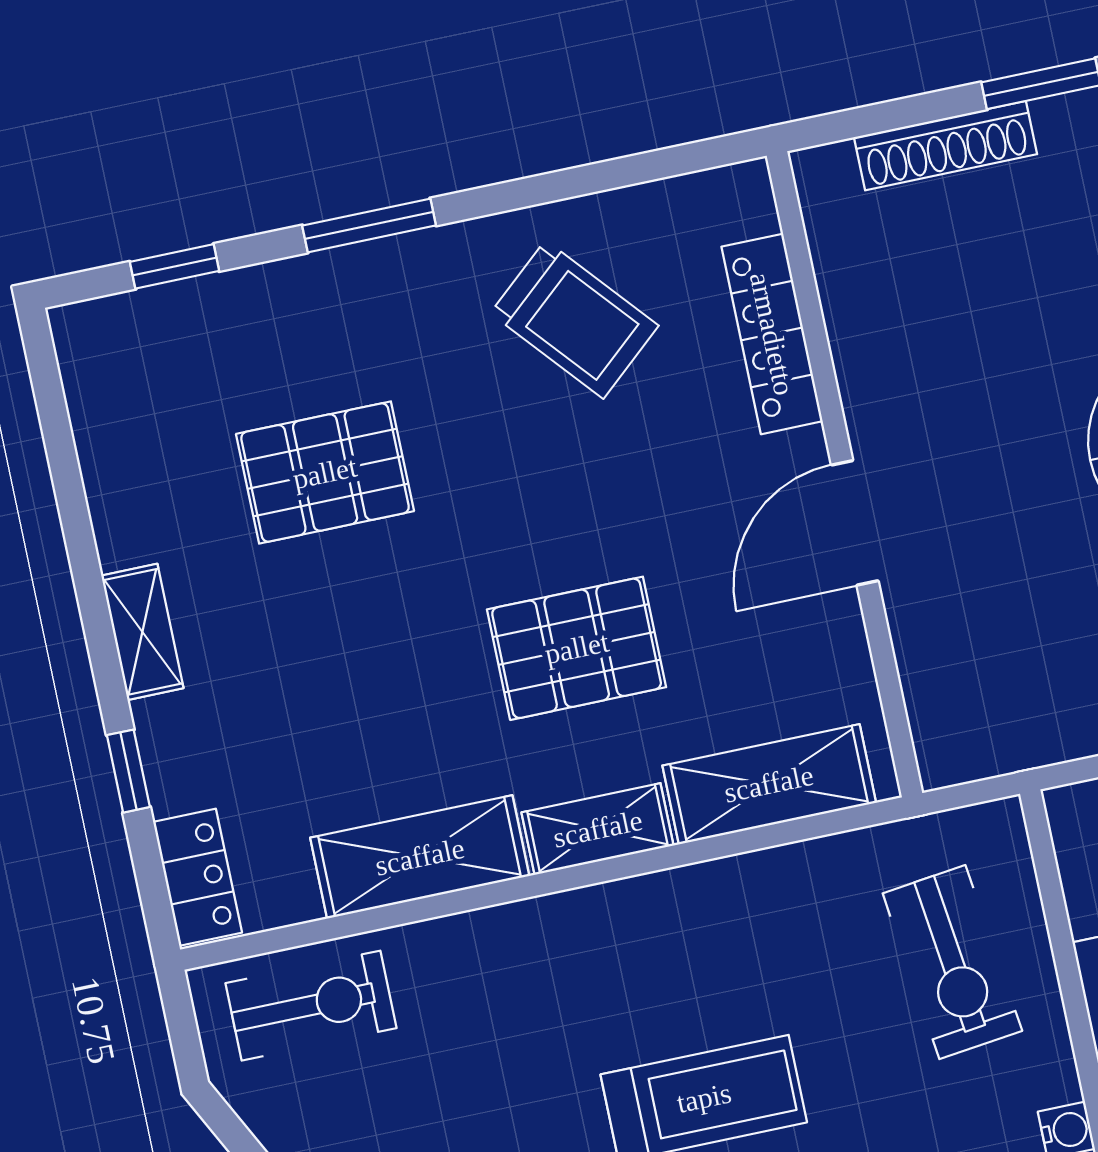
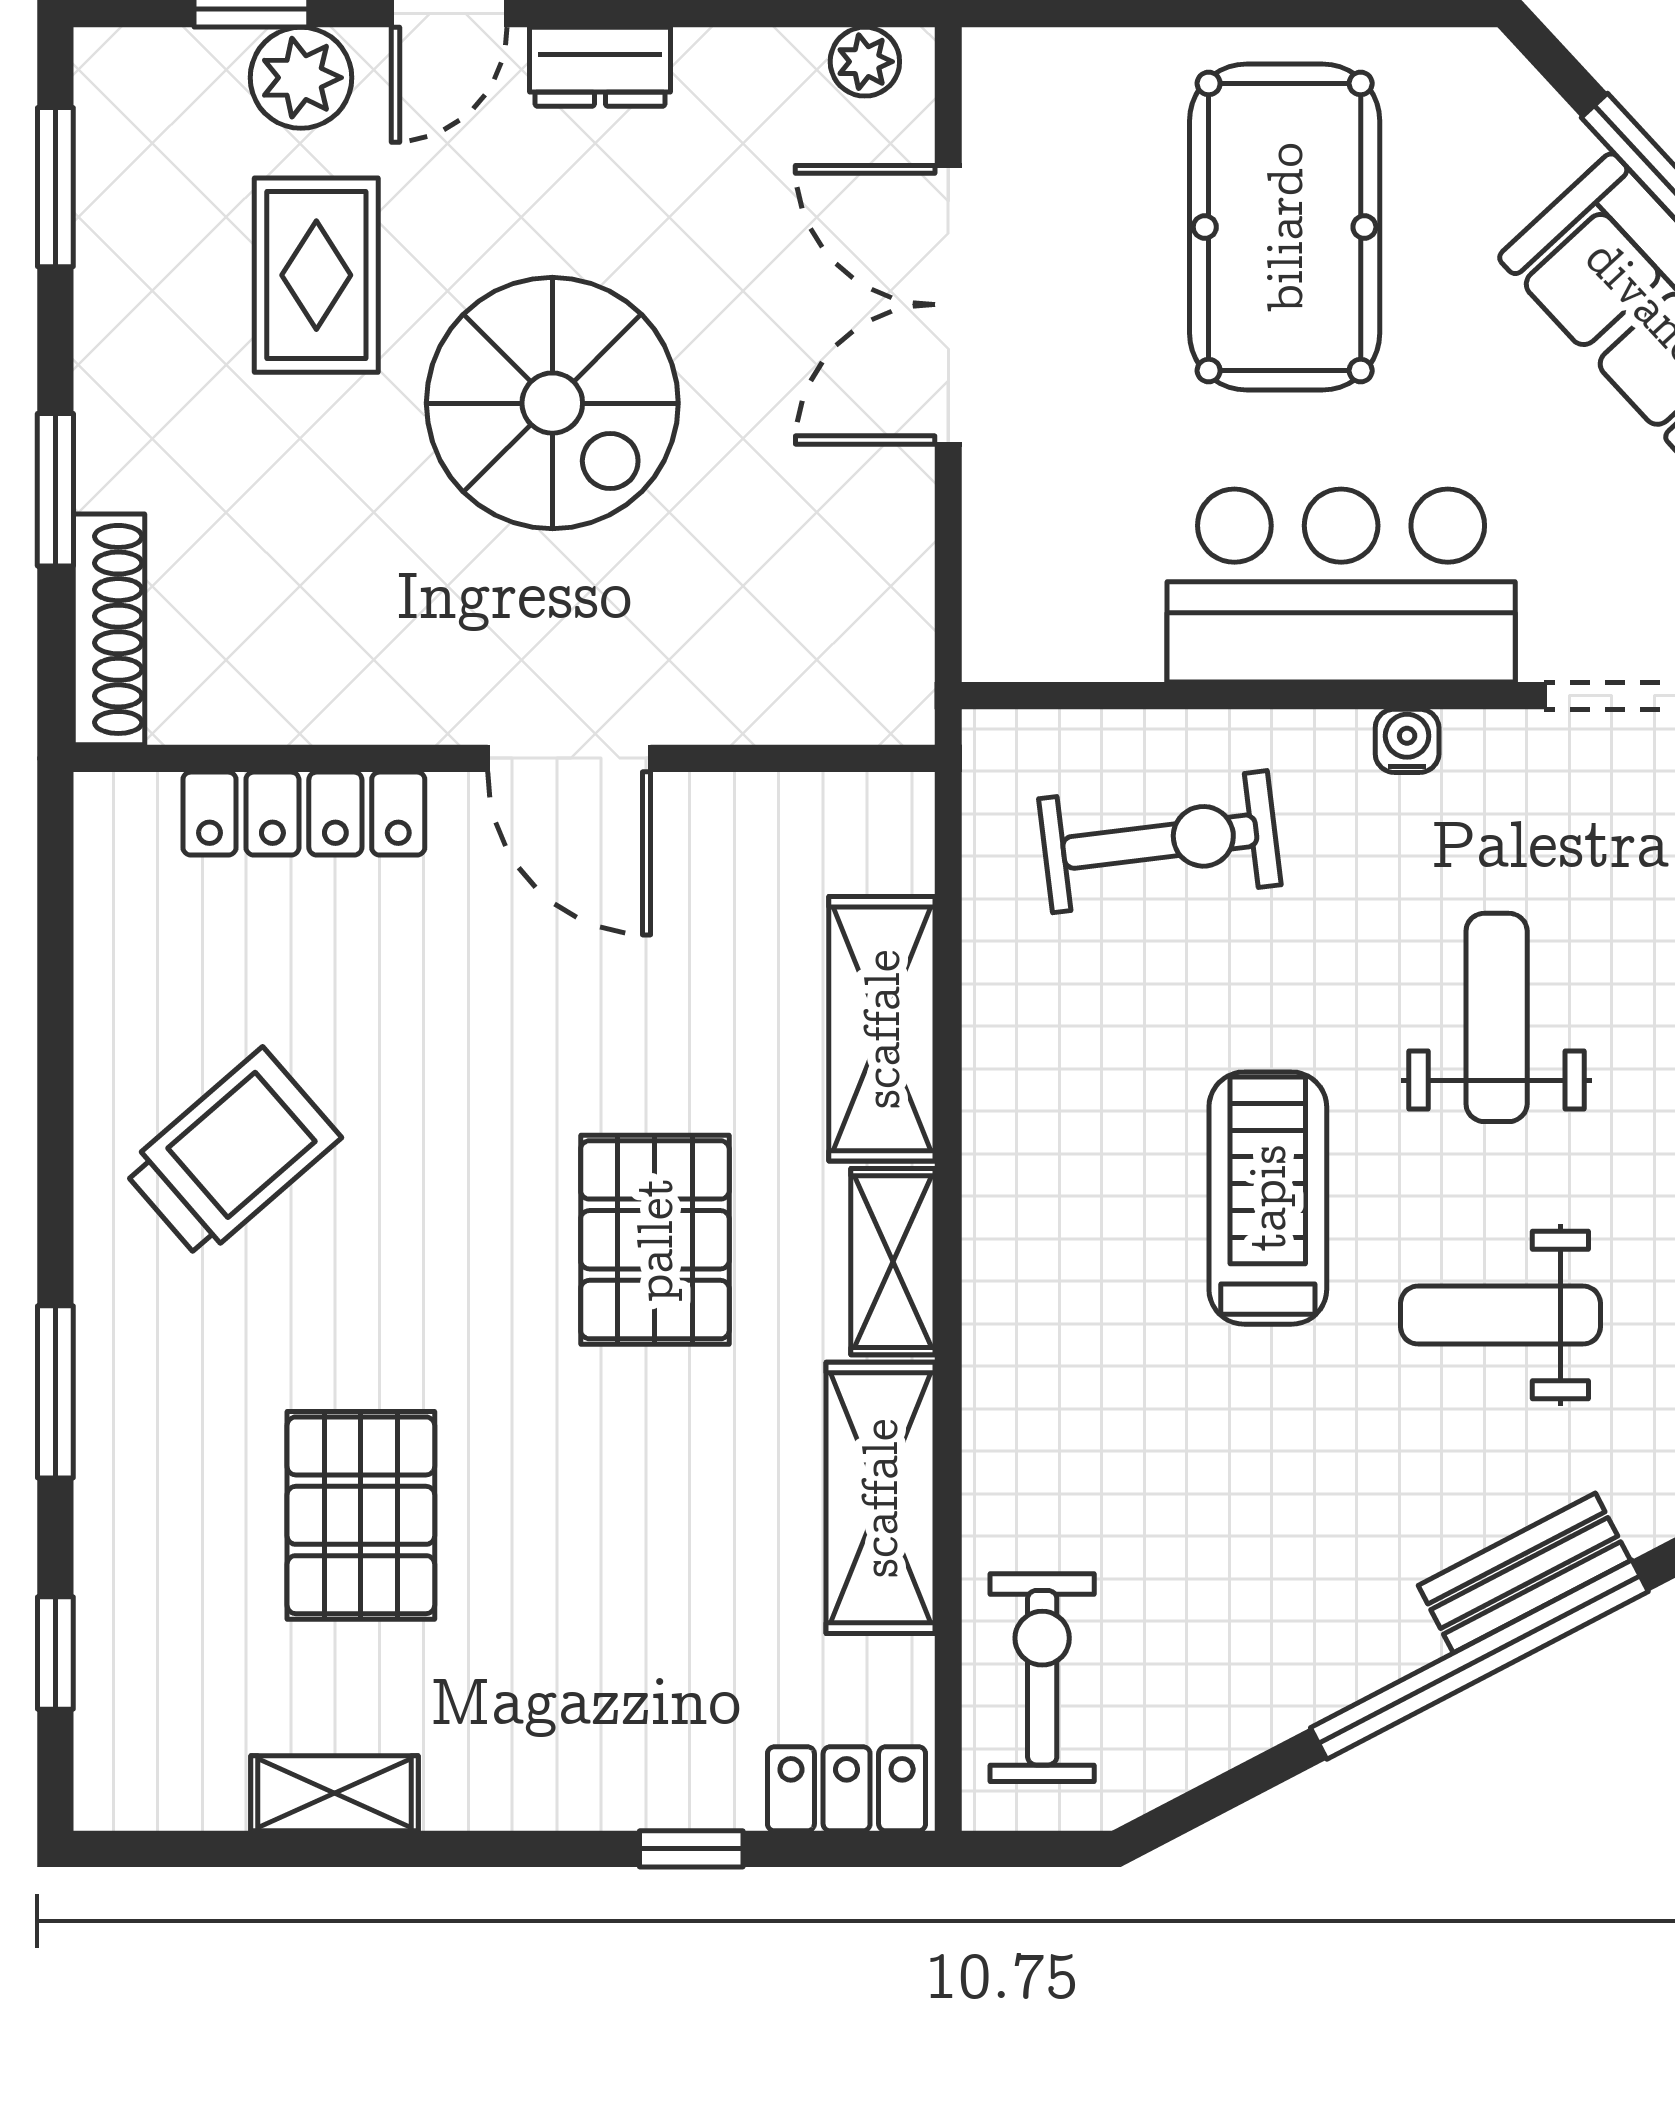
locker: (772, 334) -> (304, 814), moved
wall: (845, 474) -> (504, 758), moved
door: (855, 523) -> (569, 758), moved
shelving: (142, 632) -> (335, 1793), moved

